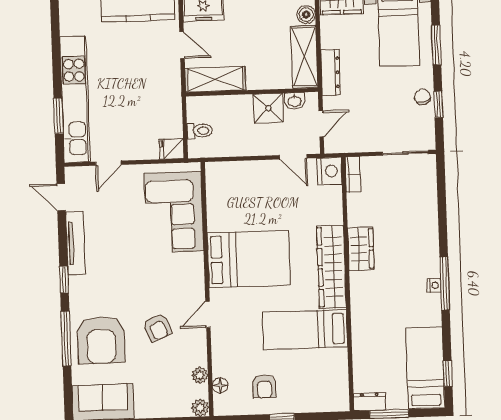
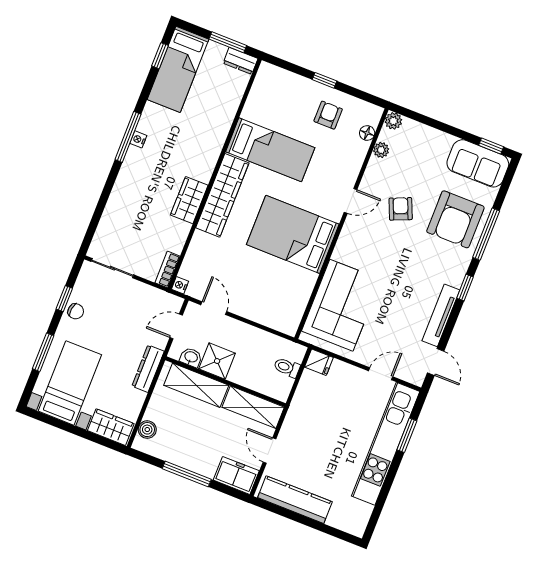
shelving: (304, 57) -> (196, 385), moved, turned 90
chair: (422, 97) -> (76, 311), turned -66
nightstand: (329, 171) -> (180, 285), width x0.53, depth x0.56
armchair: (101, 340) -> (455, 219), turned 180

